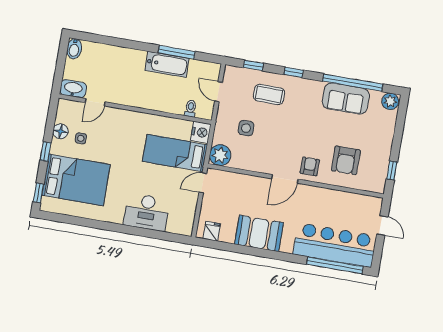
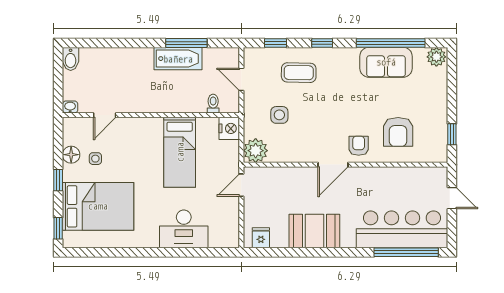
washbasin: (73, 89) -> (70, 107), width x0.52, depth x0.69
bed: (175, 153) -> (180, 152), moved, turned -90

